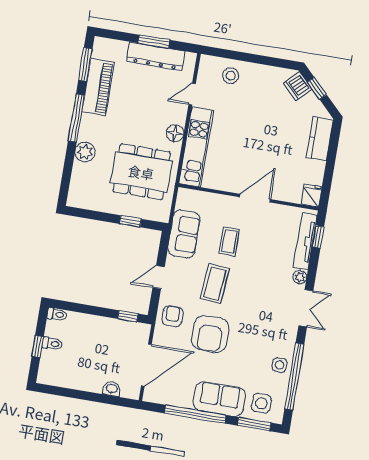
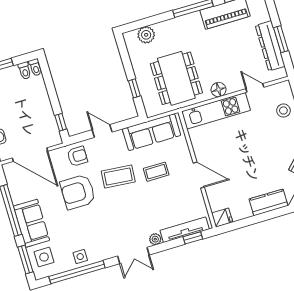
plant: (85, 152) -> (146, 35), moved
sofa: (184, 234) -> (152, 132), width x1.36
toilet: (52, 344) -> (25, 71), moved

